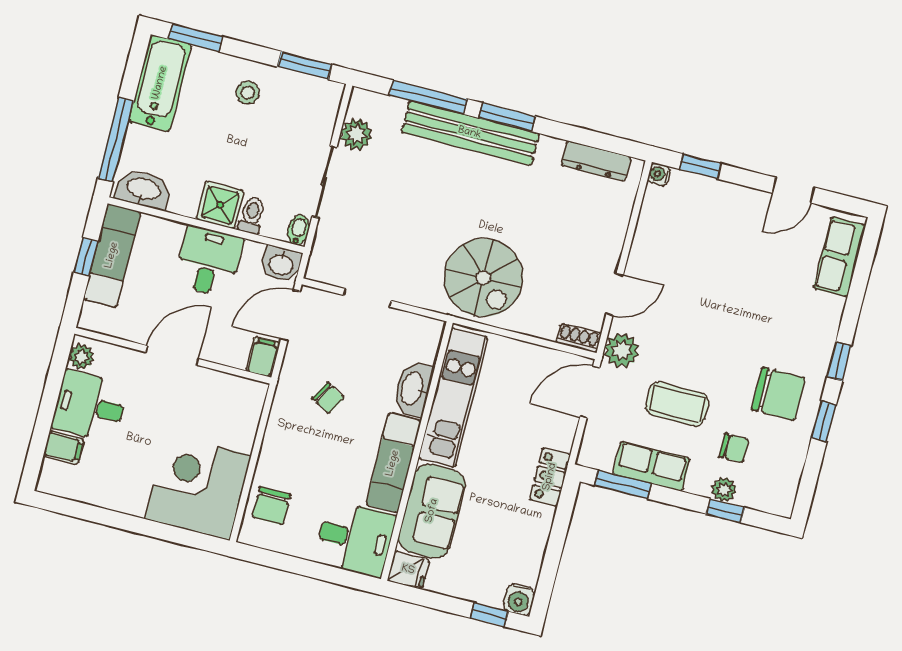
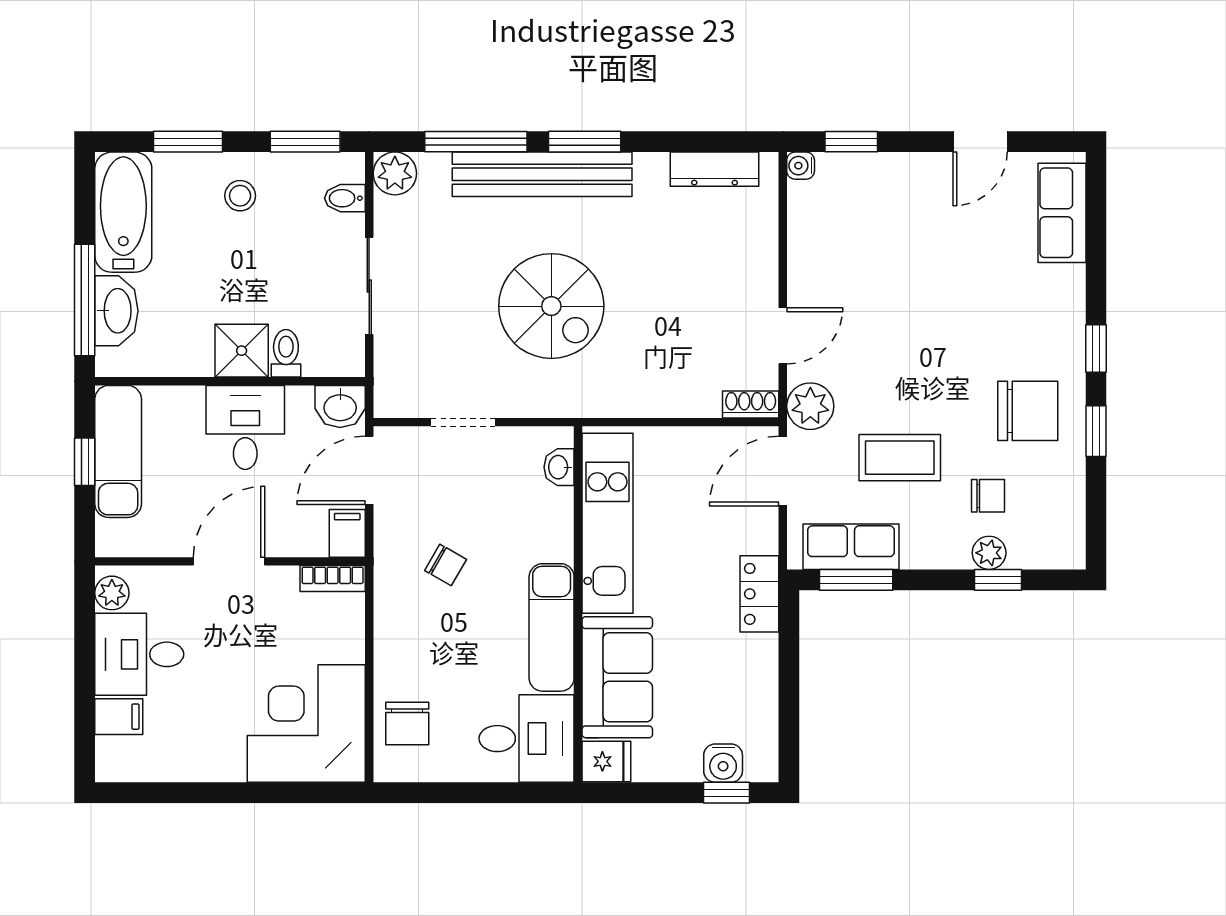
window: (196, 38) -> (188, 142), moved
plant: (356, 134) -> (395, 173), moved
washbasin: (143, 189) -> (116, 311), moved, turned 90
bidet: (298, 230) -> (345, 198), moved, turned -90
spiral stairs: (484, 278) -> (551, 306), moved
bookcase: (244, 387) -> (333, 578), added
washbasin: (413, 389) -> (559, 467), moved, width x0.52, depth x0.69
row of seats: (651, 466) -> (851, 547), moved
water cooler: (519, 599) -> (723, 763), moved

